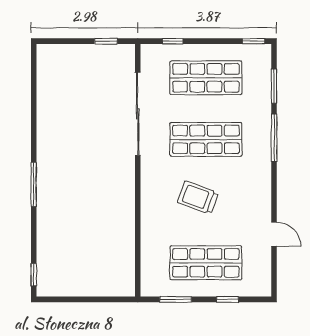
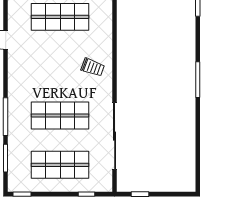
trolley: (198, 198) -> (93, 67), moved, width x0.73, depth x0.72

